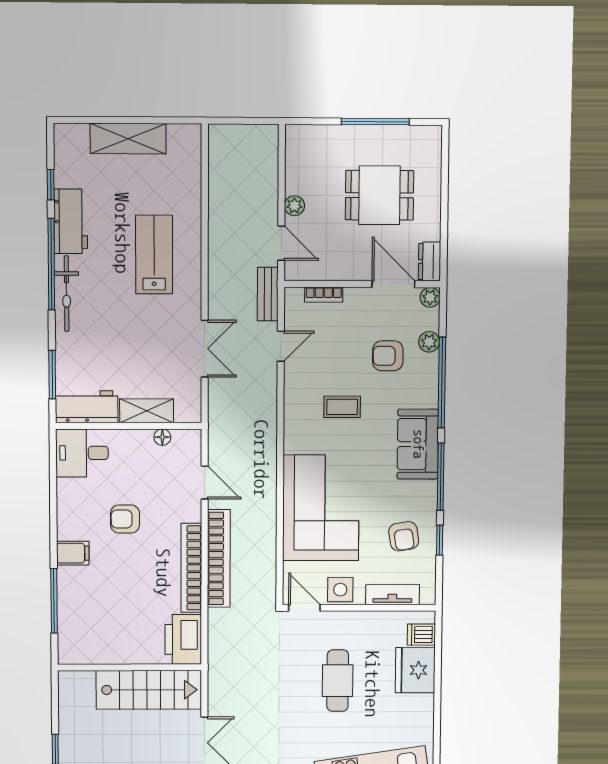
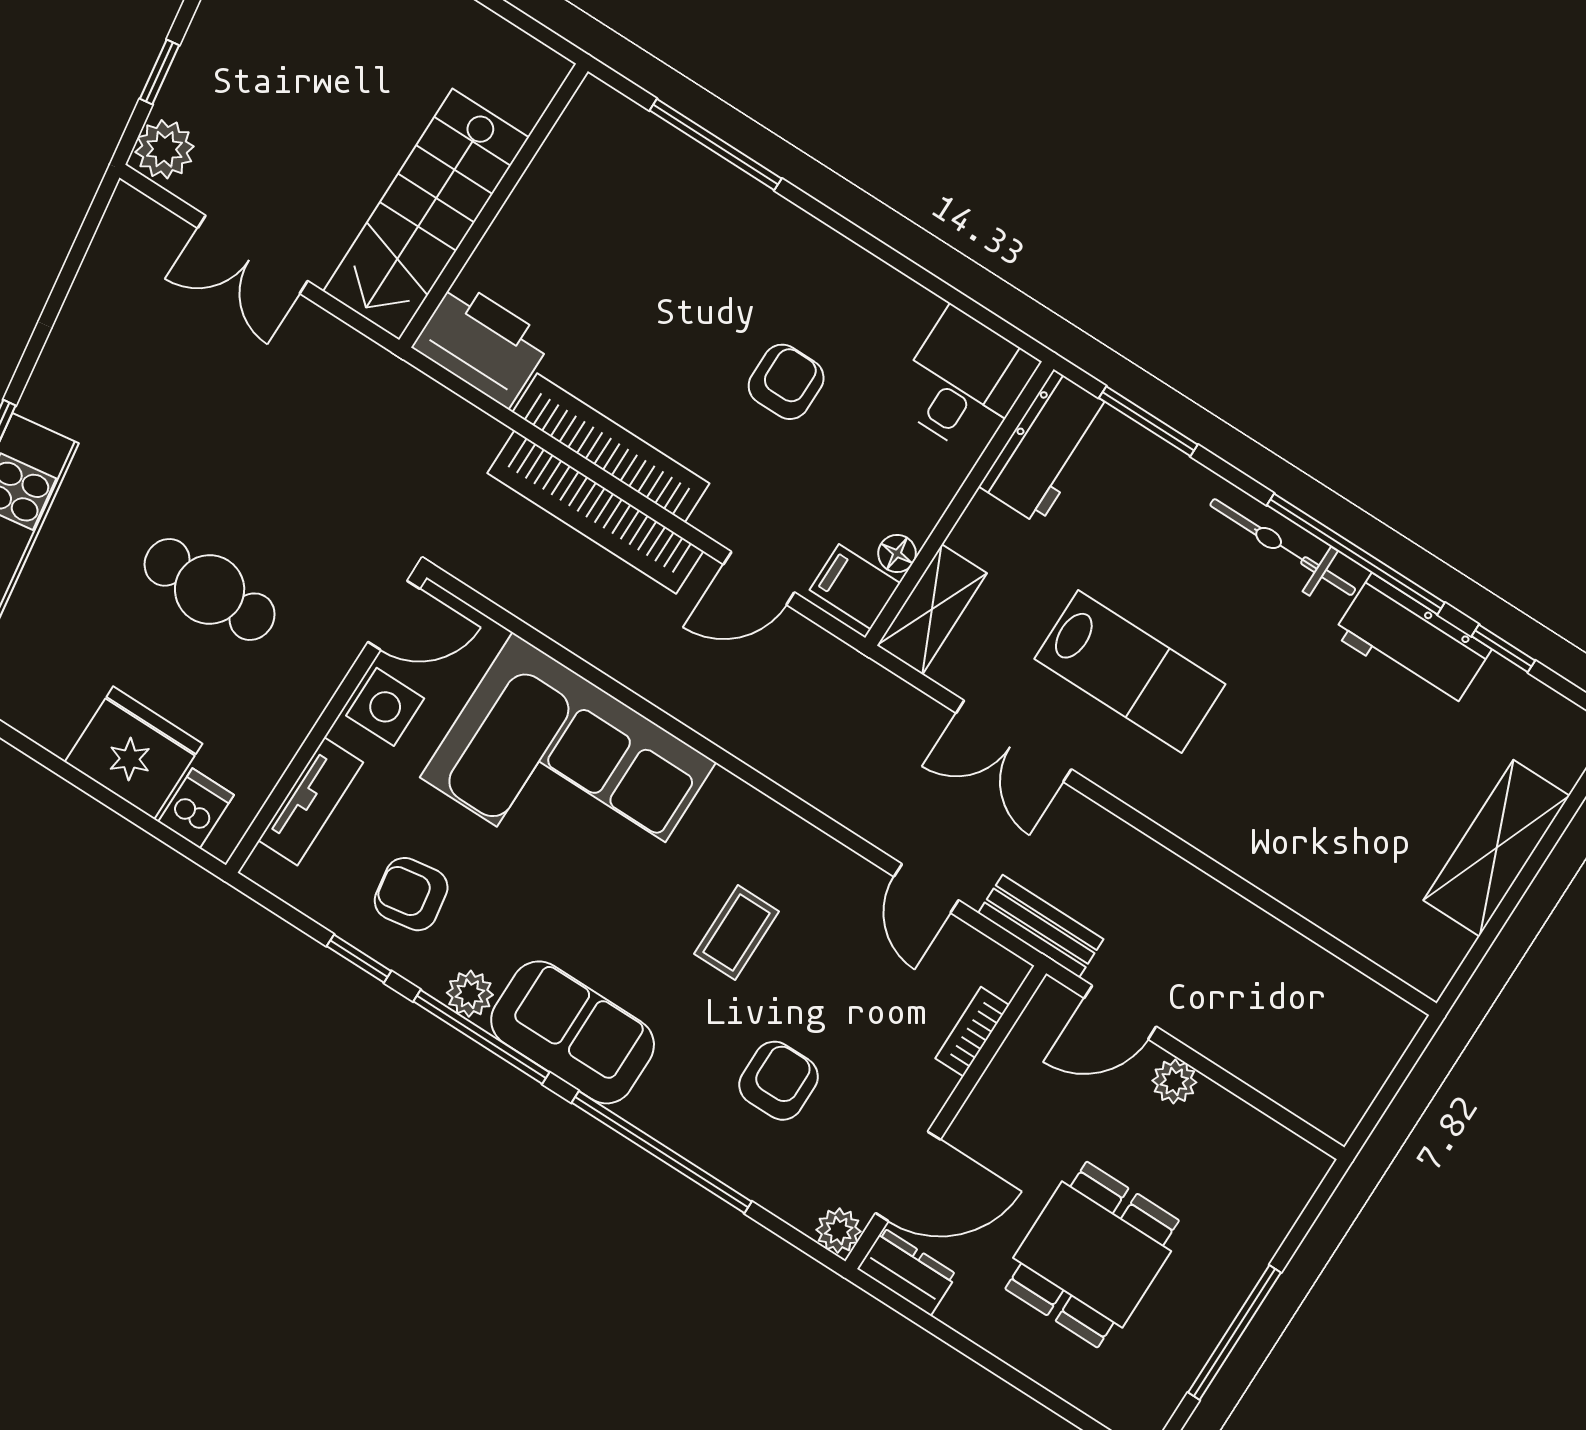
lab bench: (154, 255) -> (1130, 671), moved
plant: (429, 342) -> (470, 994), moved
shelving: (147, 411) -> (932, 609), moved
filing cabinet: (73, 553) -> (855, 587), moved, turned 90

